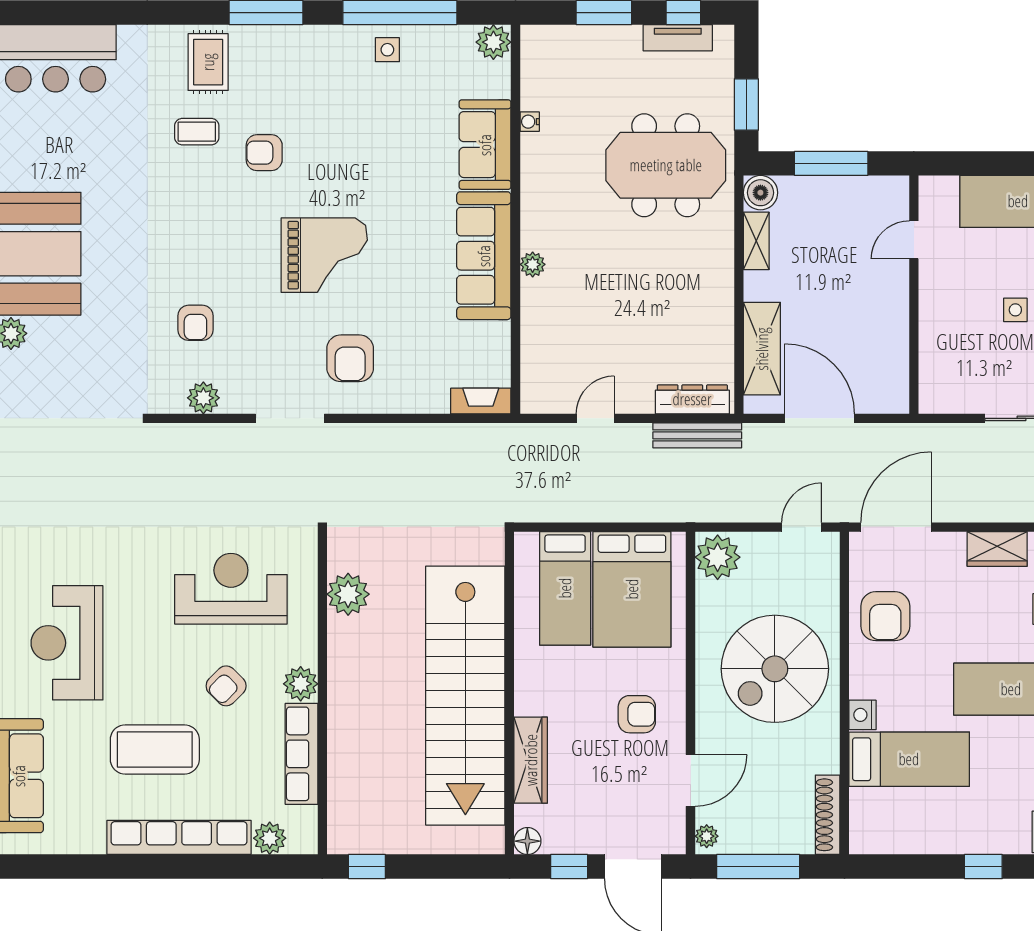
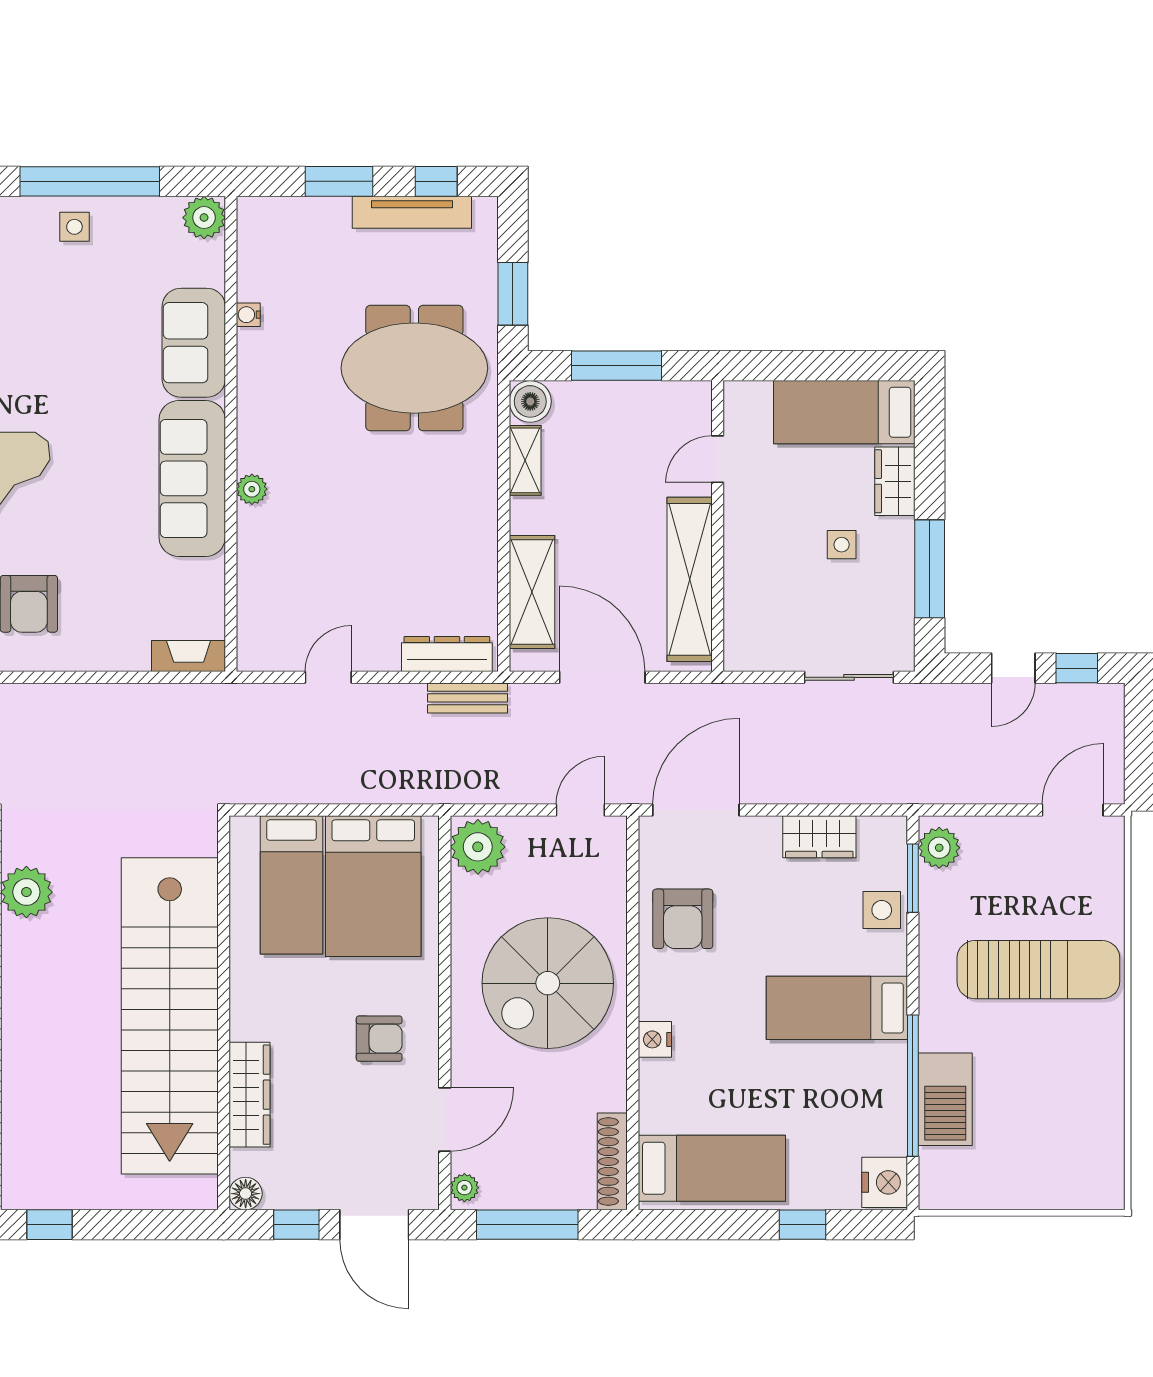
tv unit: (678, 38) -> (412, 212), width x1.41
shelving: (891, 338) -> (690, 579), added
bench: (697, 435) -> (467, 698), width x0.73
bed: (909, 759) -> (712, 1168), moved

